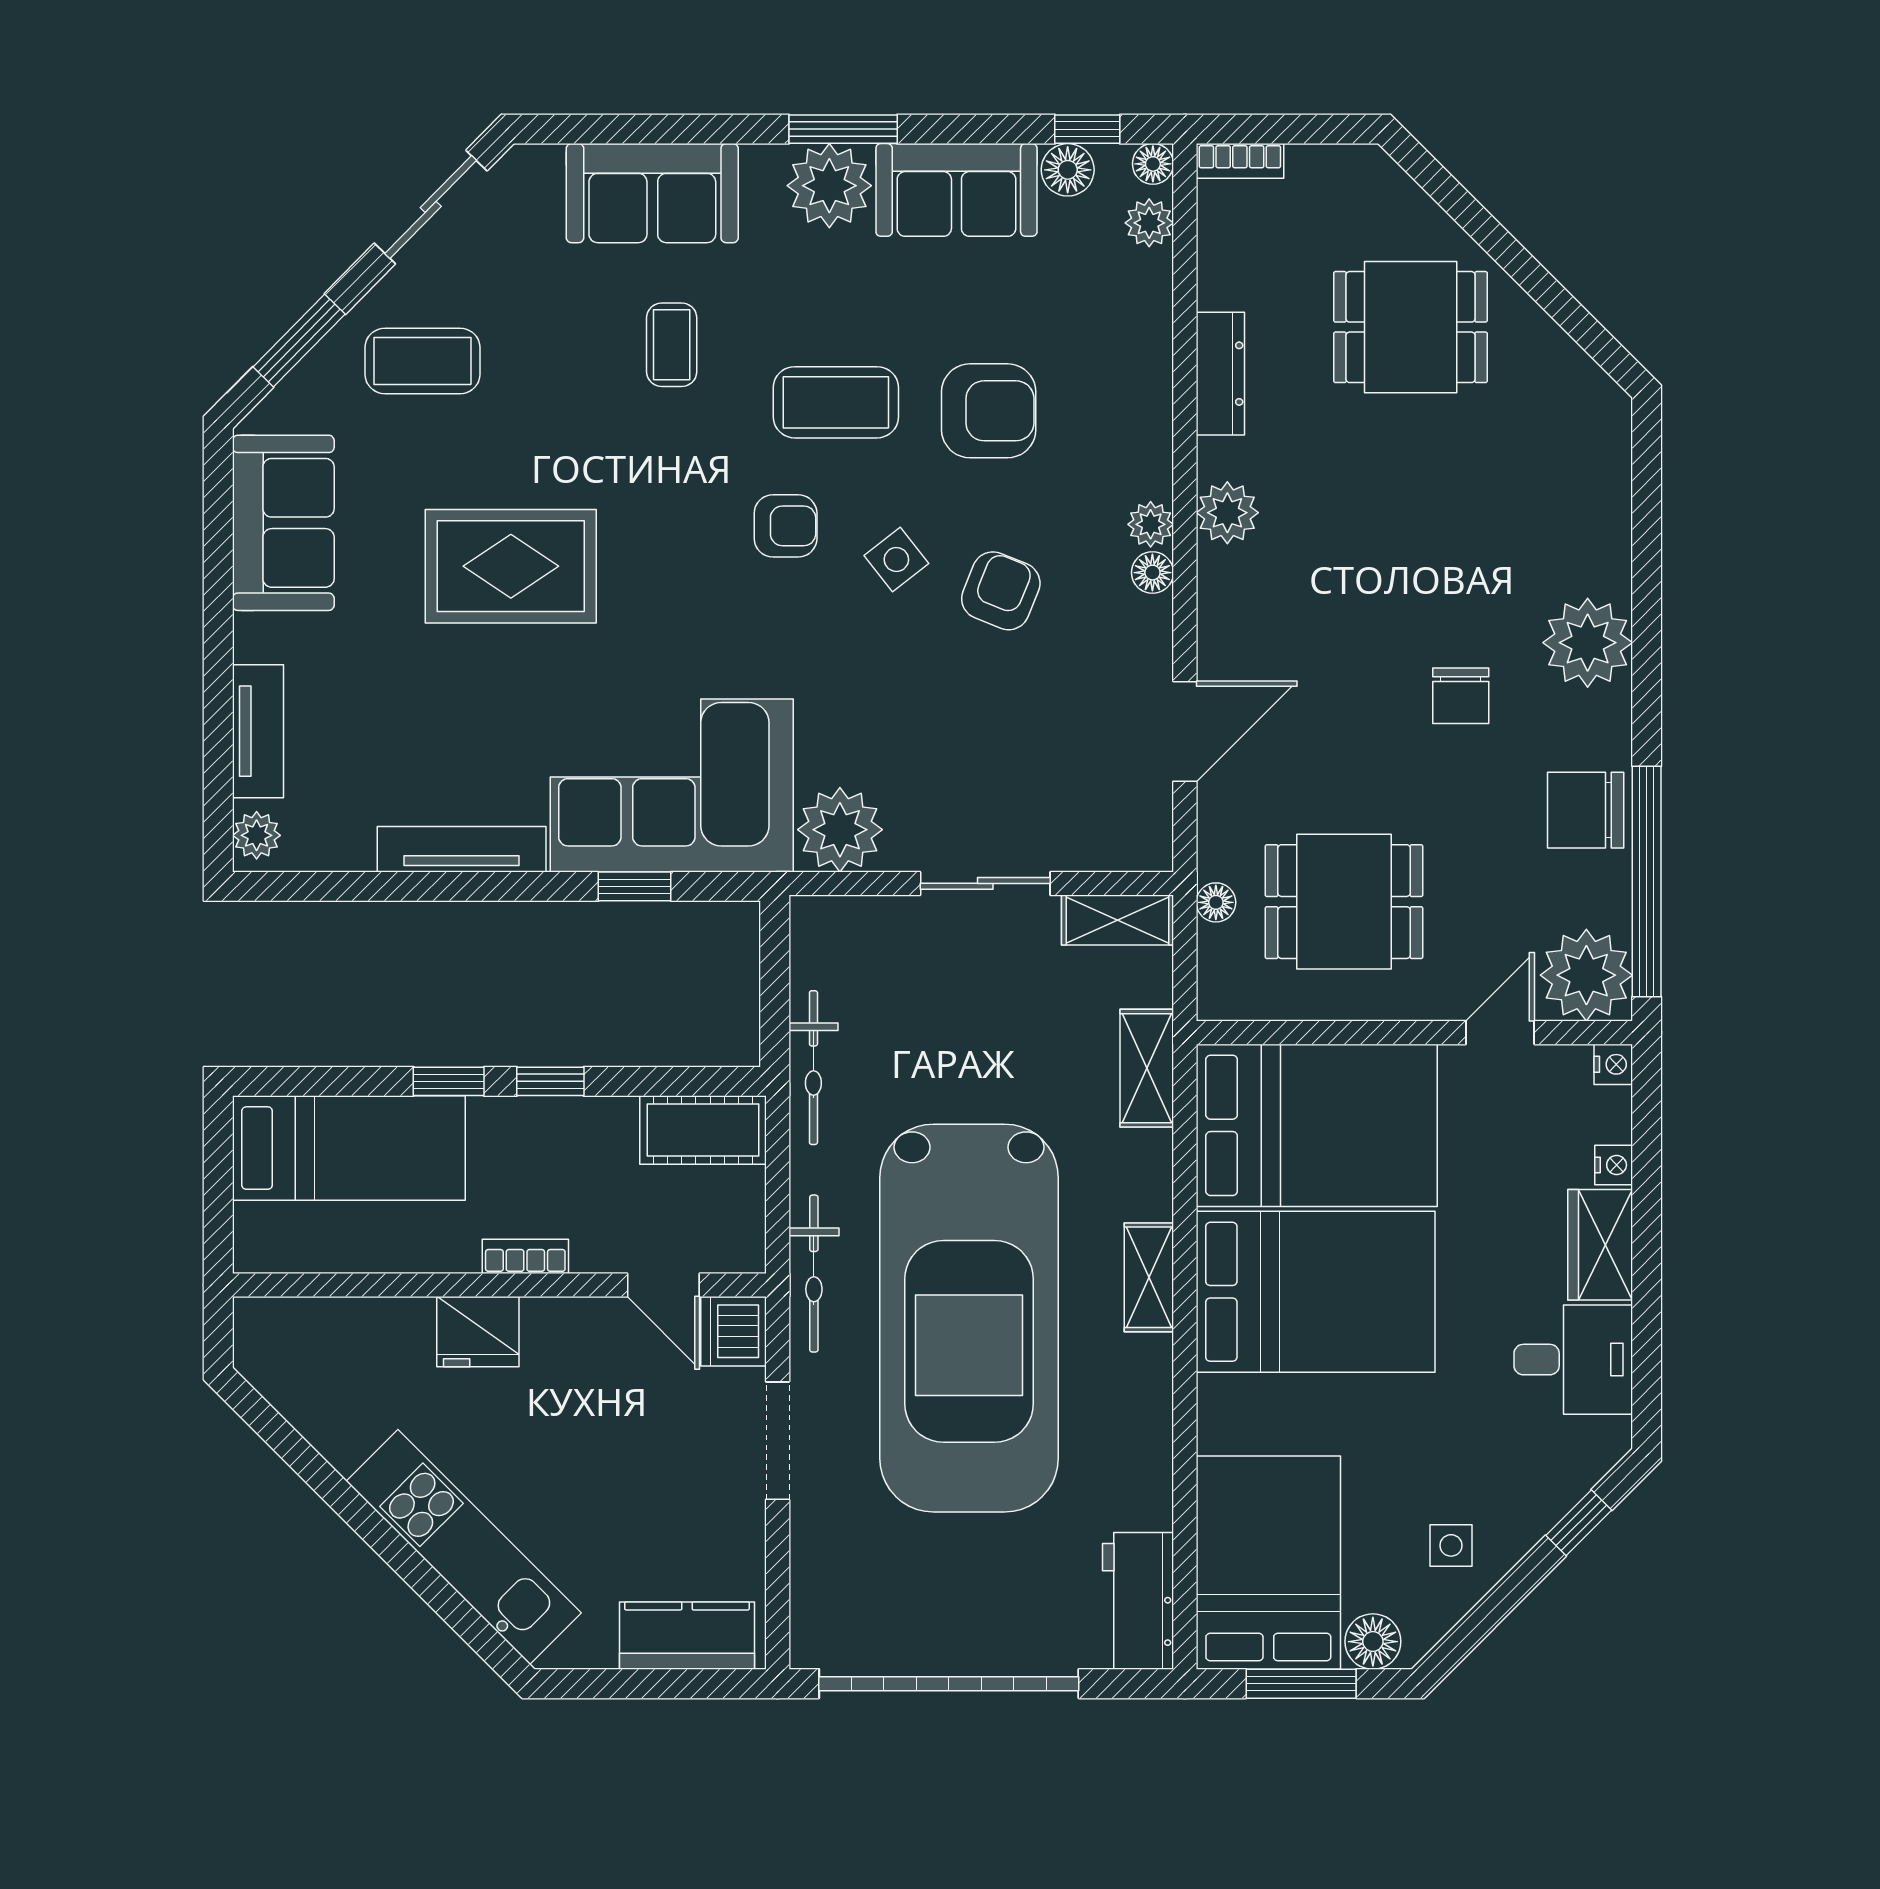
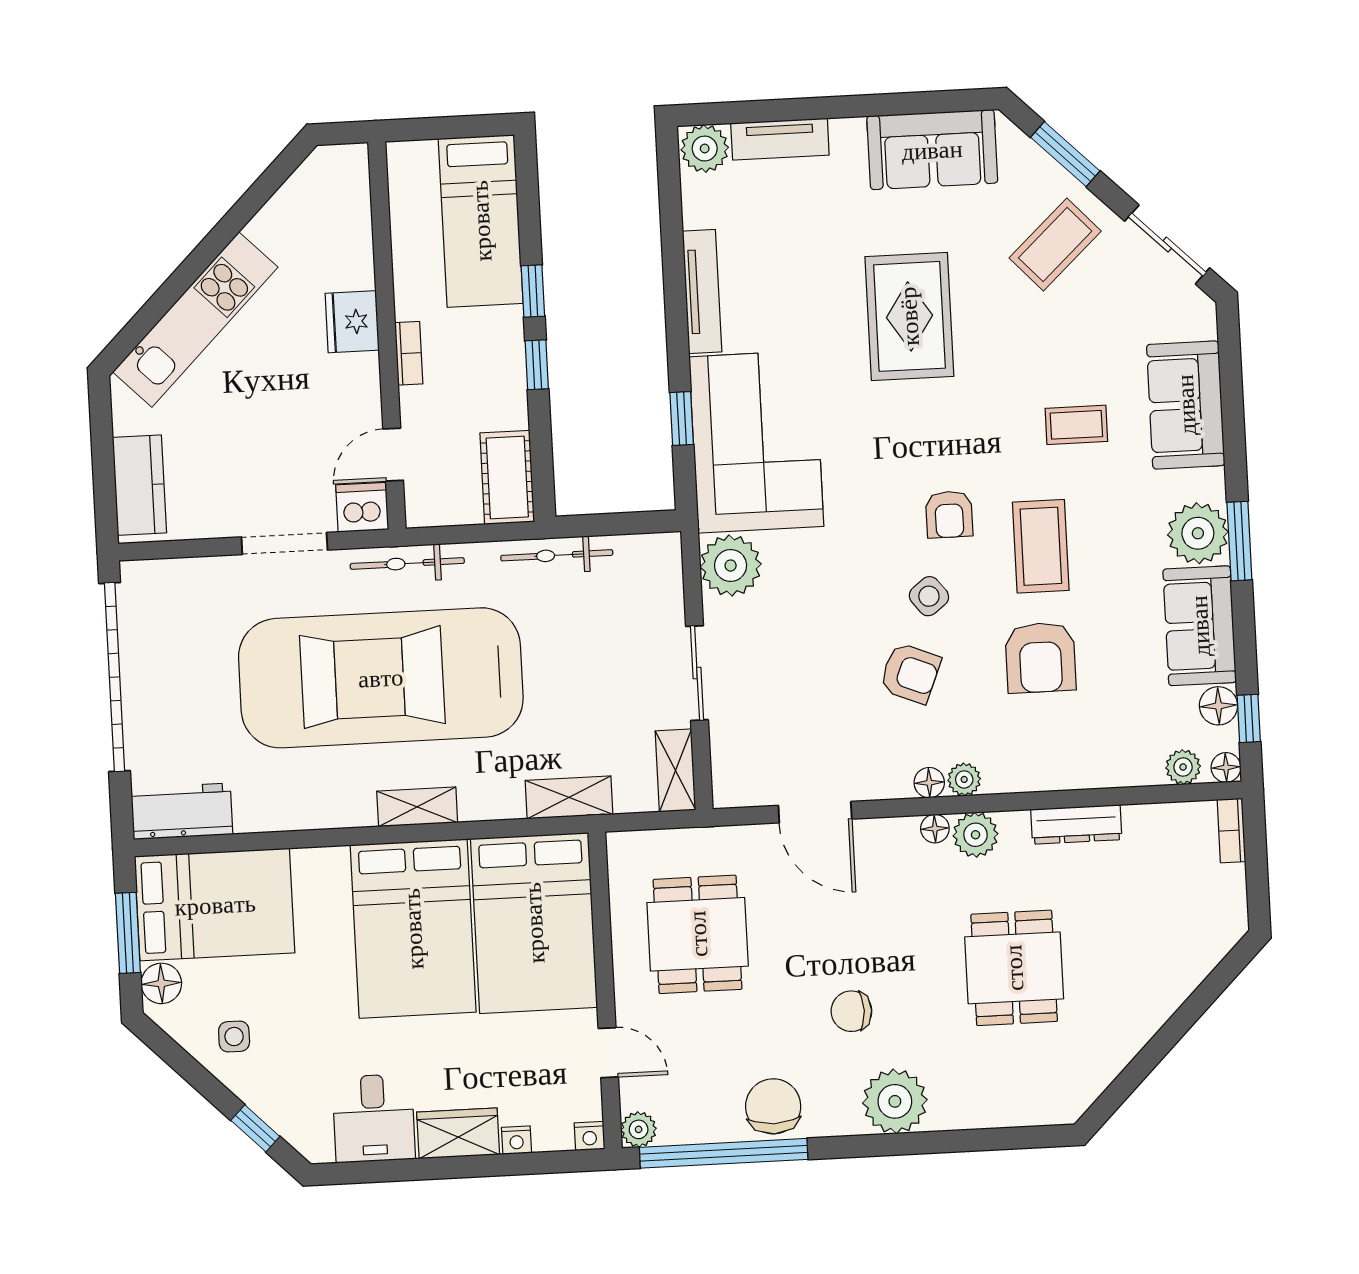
dining table: (1411, 327) -> (1014, 968), moved
coffee table: (423, 361) -> (1055, 244), turned 47
plant: (257, 835) -> (705, 149), width x1.38, depth x1.38
floor lamp: (1216, 902) -> (935, 829), moved
plant: (1586, 975) -> (639, 1129), width x0.53, depth x0.53

